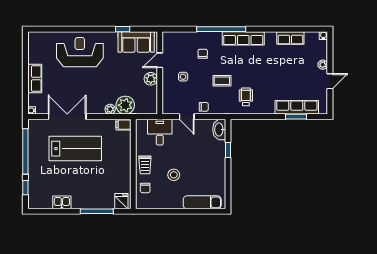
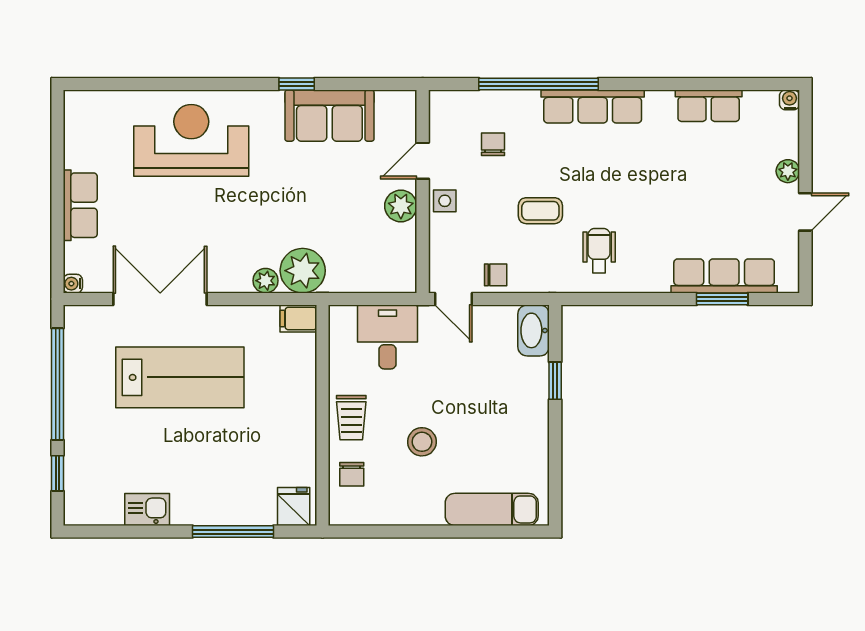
door: (160, 60) -> (423, 161), moved
wall: (160, 73) -> (423, 191), moved
plant: (151, 79) -> (401, 206), moved

